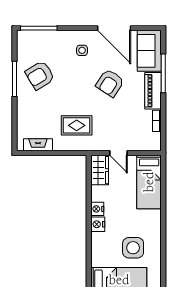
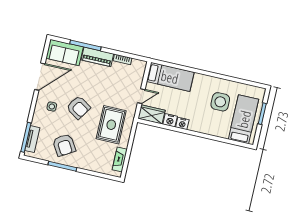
tv unit: (38, 36) -> (32, 139), added
armchair: (110, 83) -> (78, 108), moved
rug: (77, 125) -> (111, 125), width x1.36, depth x1.43
nightstand: (98, 224) -> (170, 120), moved

